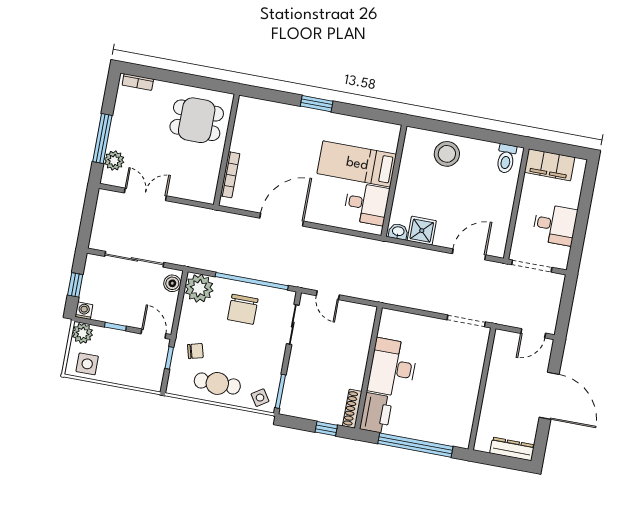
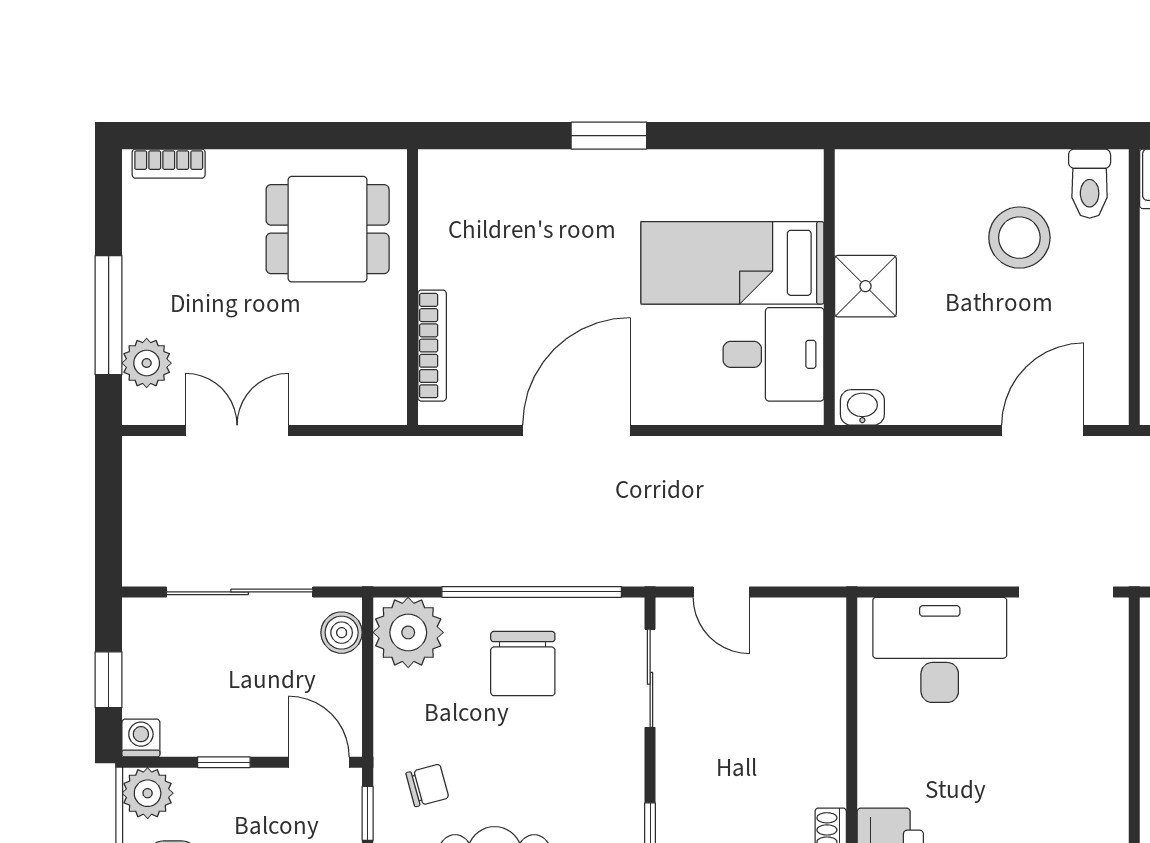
stool: (447, 154) -> (1019, 238), moved
shower: (422, 231) -> (865, 286), moved
desk: (393, 368) -> (940, 650), moved, turned 90

